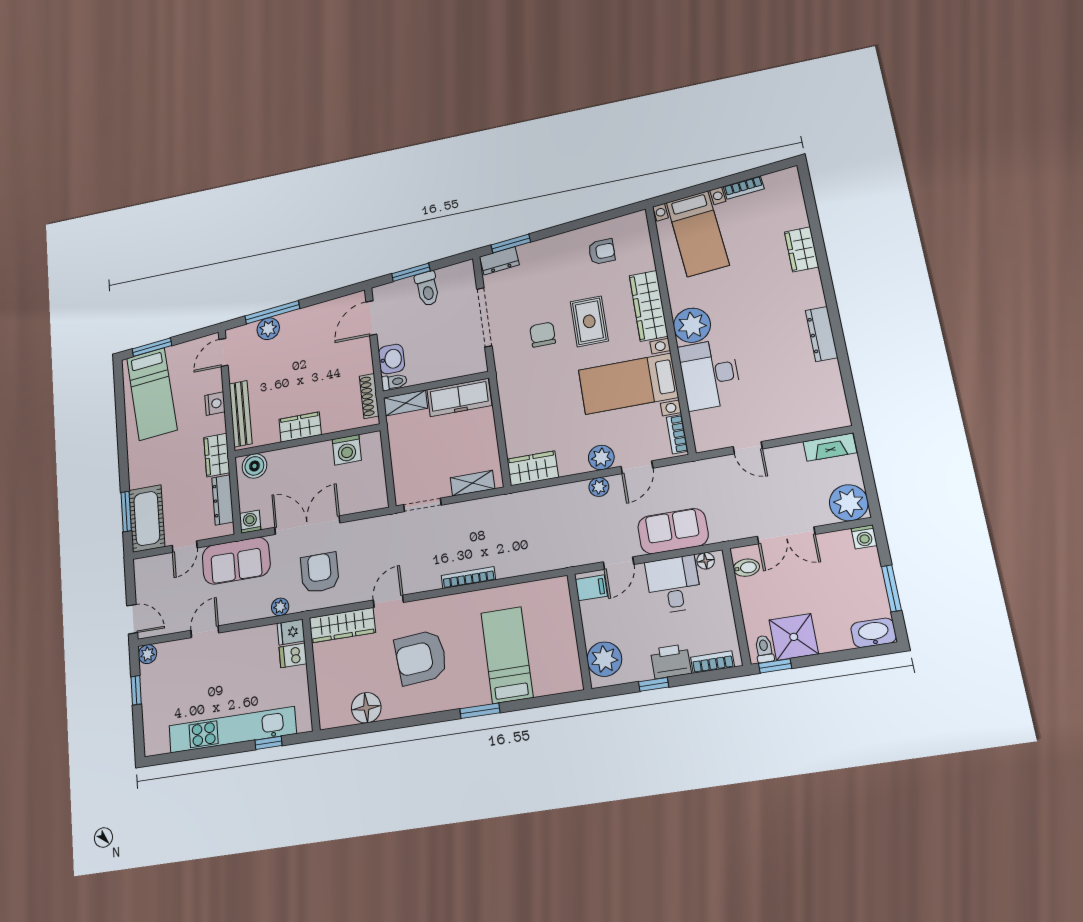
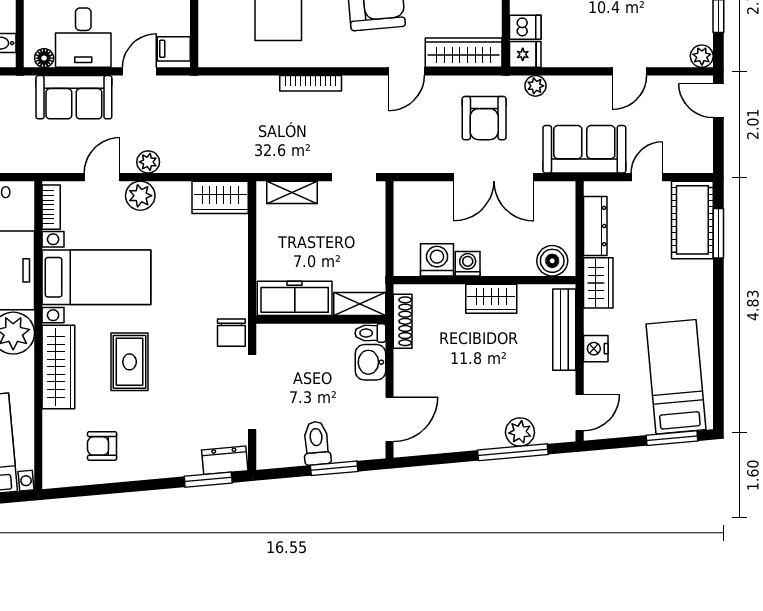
chair: (543, 335) -> (231, 333), moved
washing machine: (250, 522) -> (468, 264), moved, turned 180

